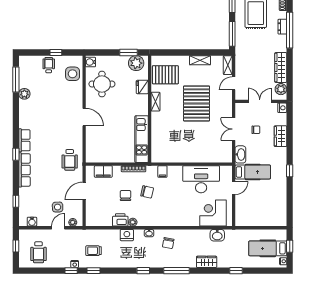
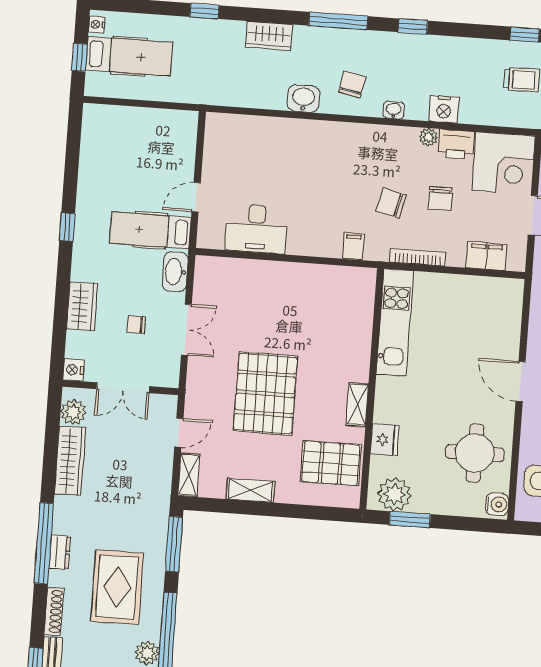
desk: (201, 179) -> (256, 229), width x0.73, depth x0.77
corner desk: (213, 213) -> (504, 163), moved
washbasin: (217, 235) -> (303, 99), moved

